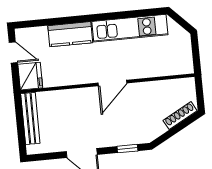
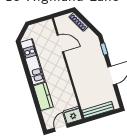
door: (112, 83) -> (60, 43), moved

